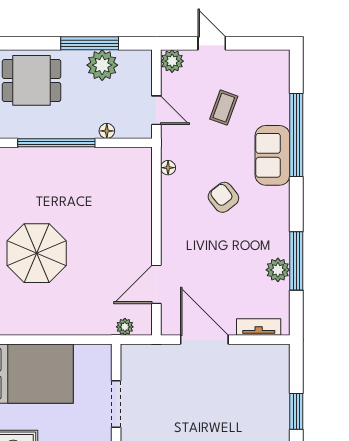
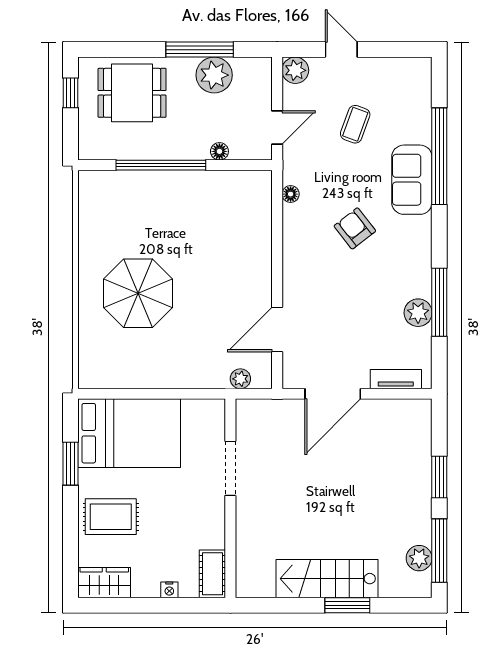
door: (156, 110) -> (277, 127), hinge flipped
door: (204, 340) -> (333, 394), swing flipped

